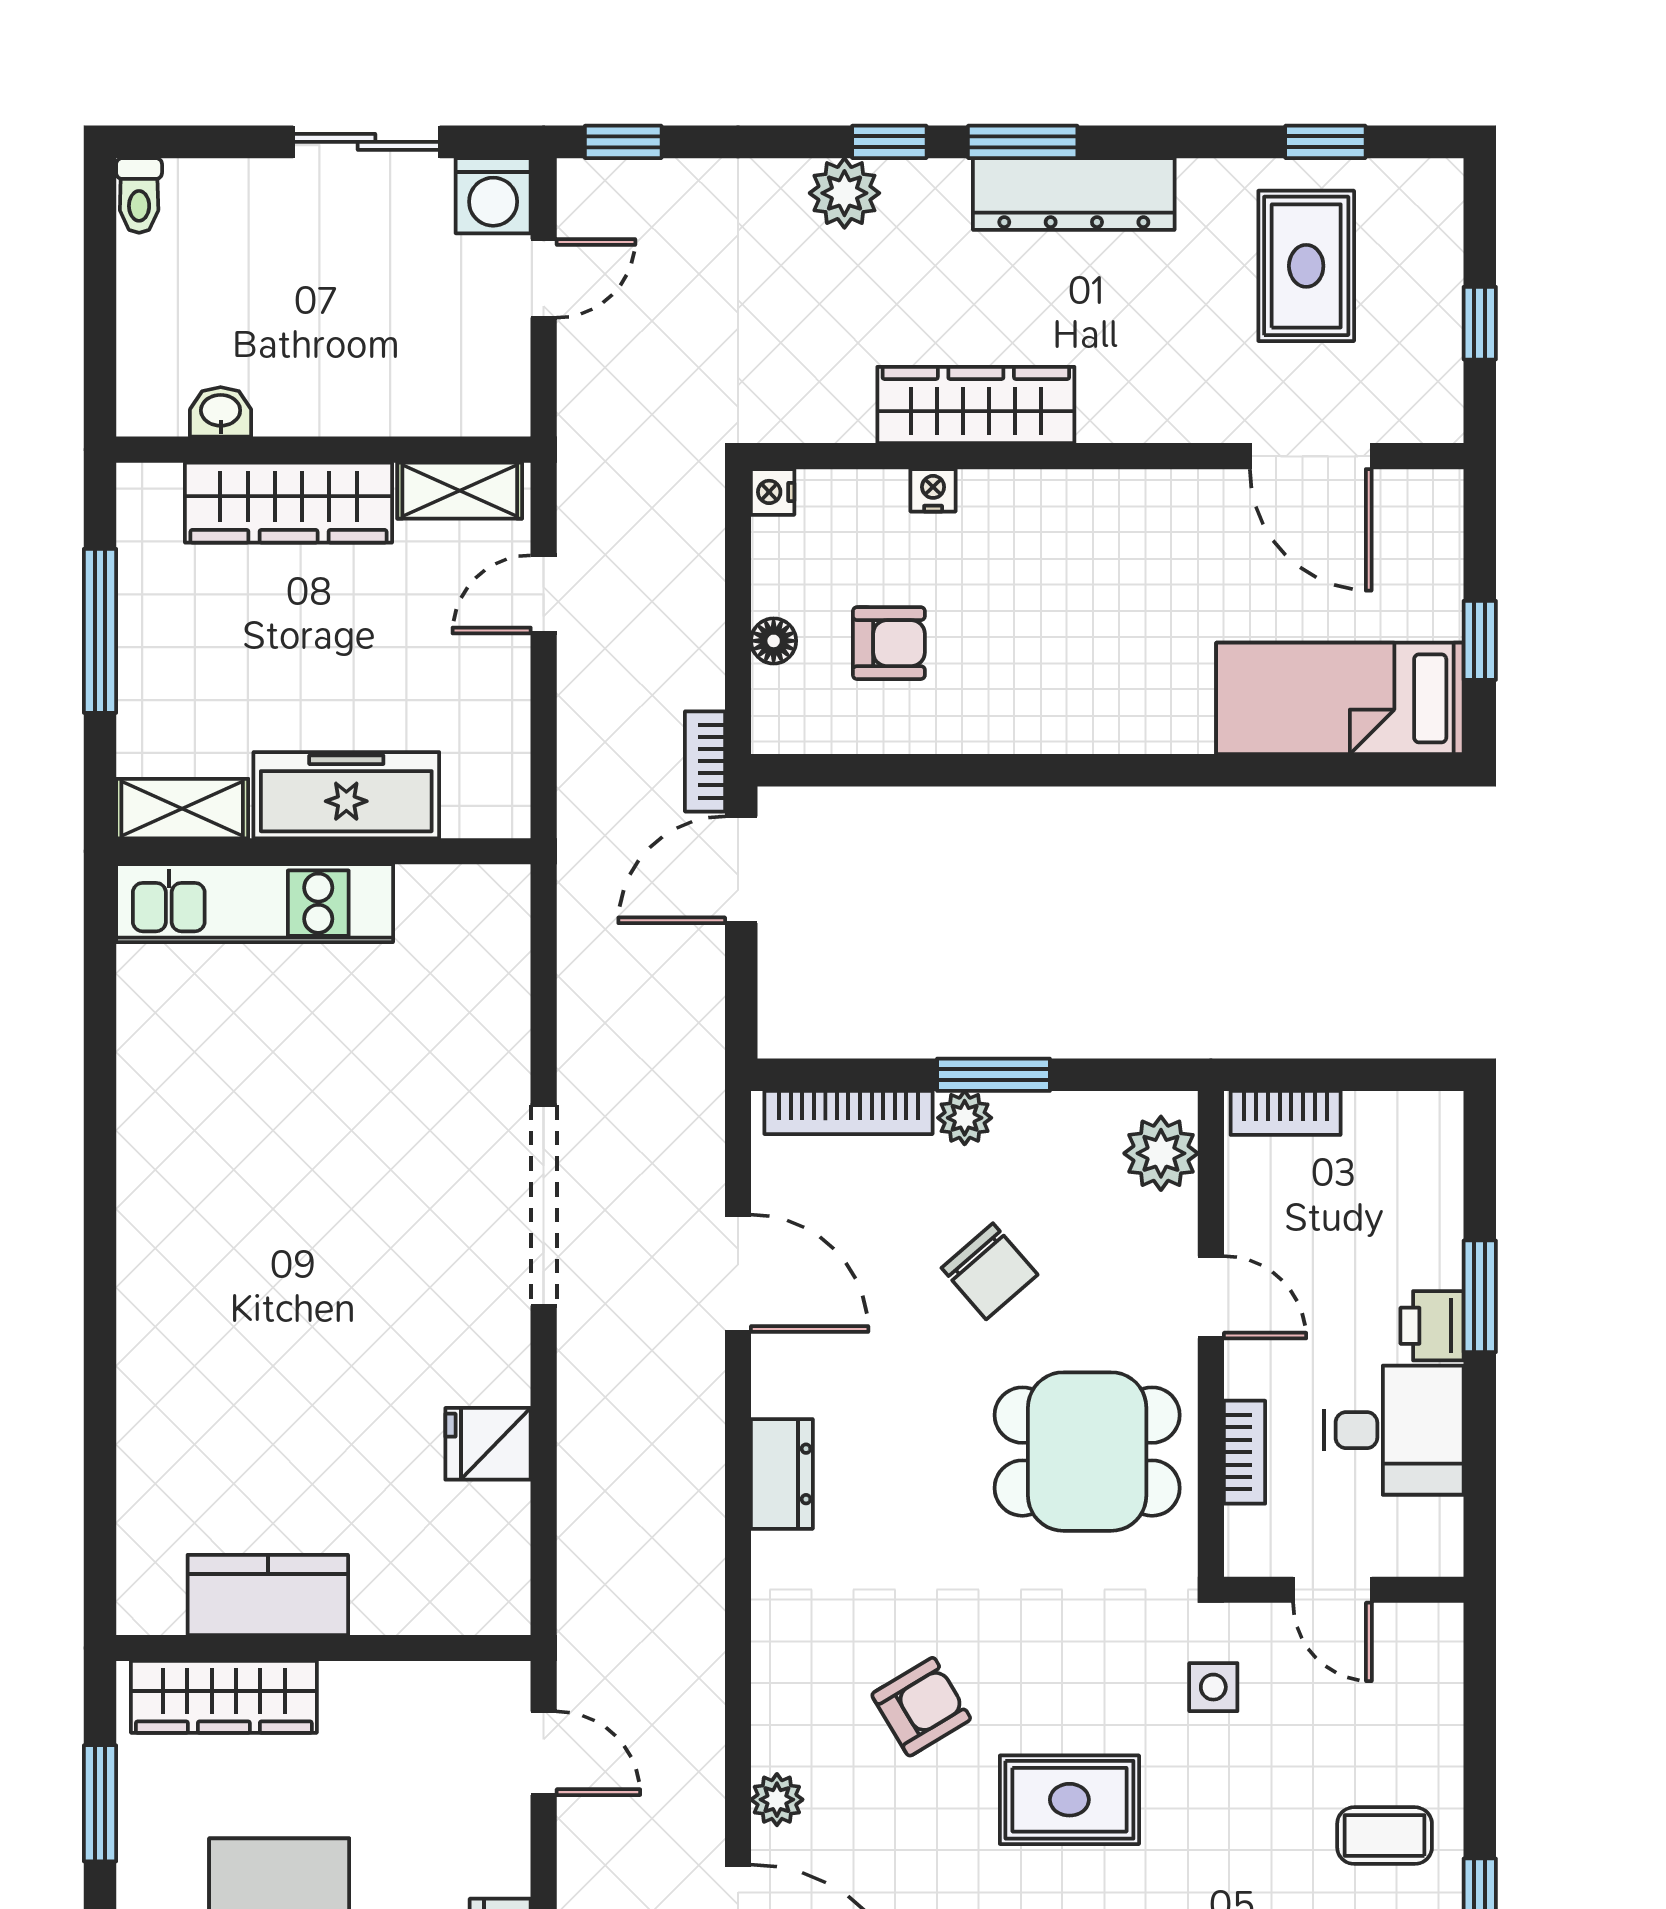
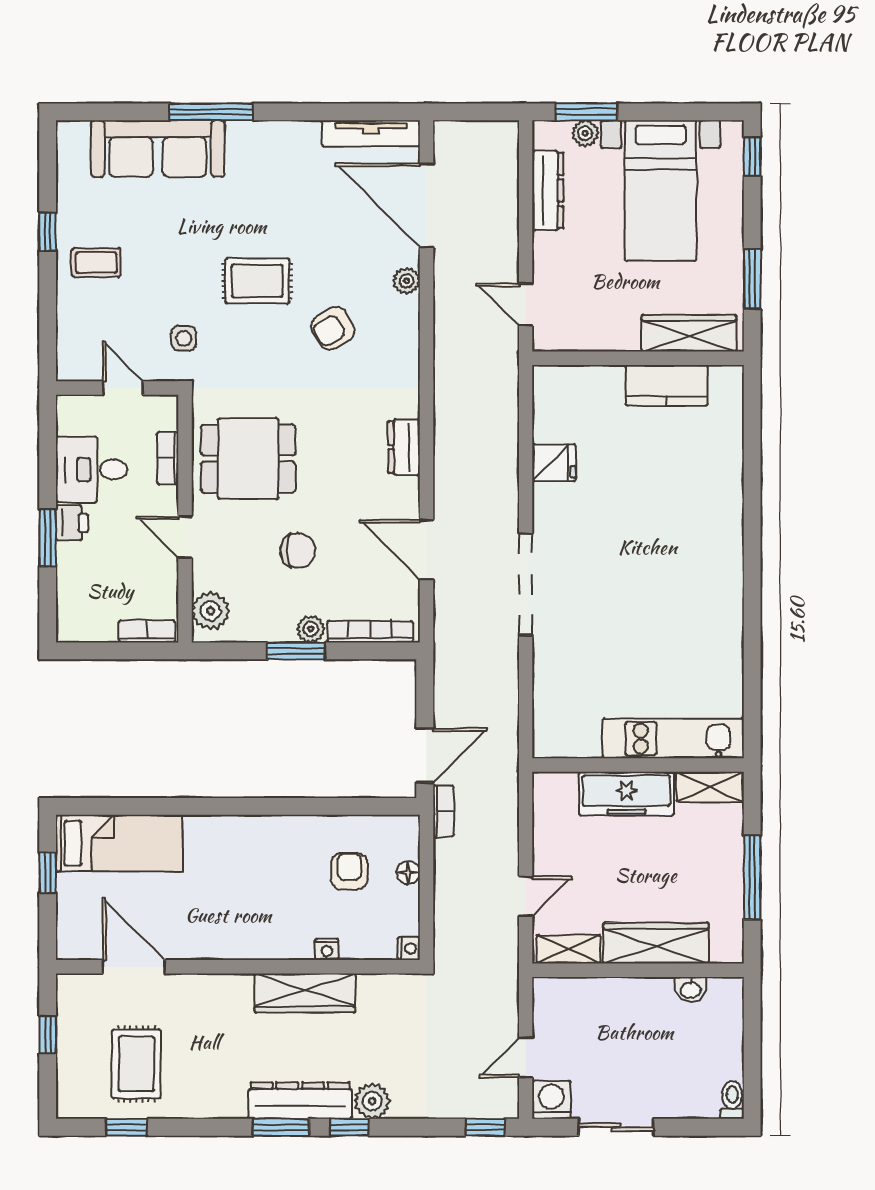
dresser: (1074, 194) -> (300, 1101), moved
armchair: (889, 643) -> (349, 871), turned 90
chair: (990, 1271) -> (298, 551), turned 131

